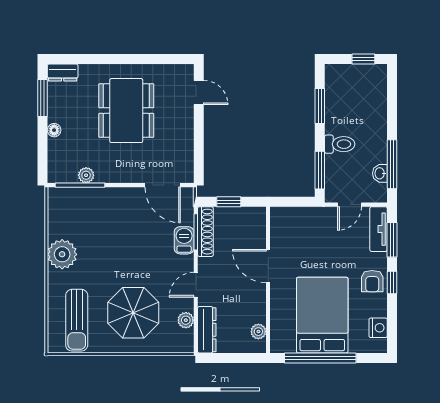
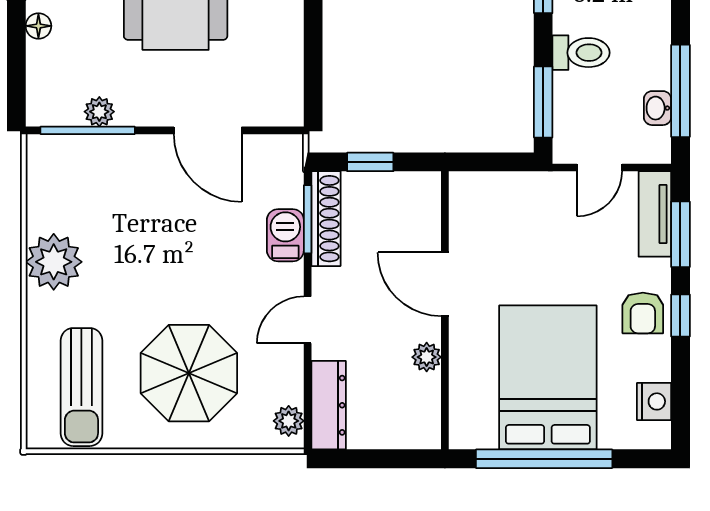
door: (163, 185) -> (208, 130), moved
plant: (186, 320) -> (289, 421), moved
plant: (258, 332) -> (427, 357), moved

